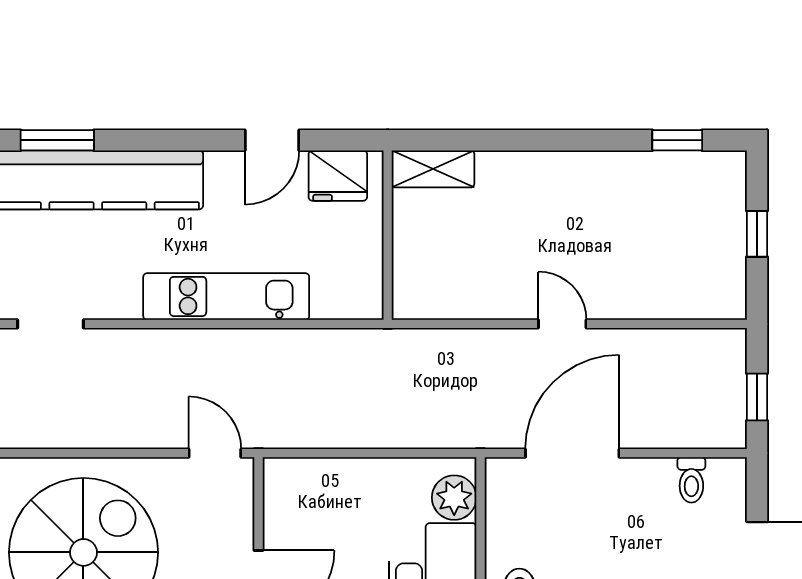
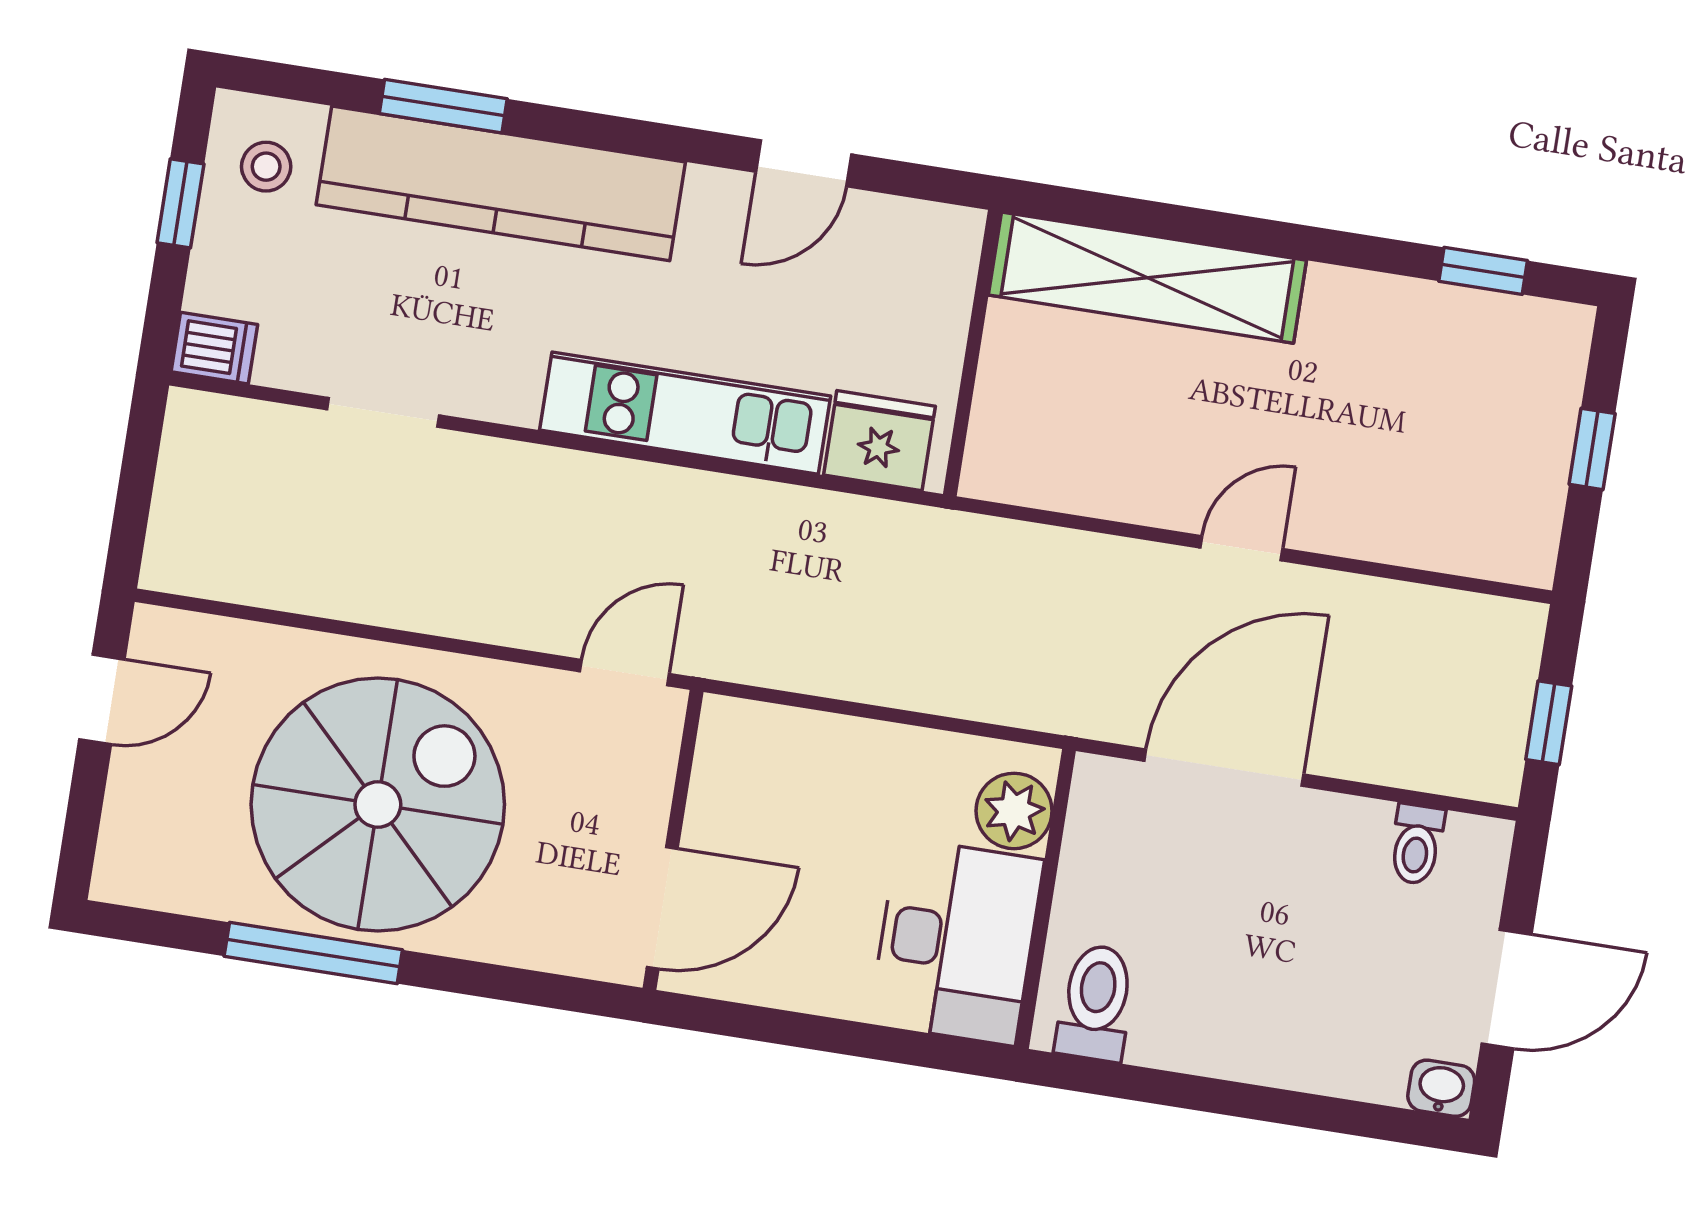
shelving: (433, 169) -> (1147, 278), width x2.20, depth x1.33
fridge: (338, 176) -> (879, 441), moved, turned 180
door: (562, 324) -> (1241, 548), hinge flipped
door: (215, 453) -> (625, 673), hinge flipped

